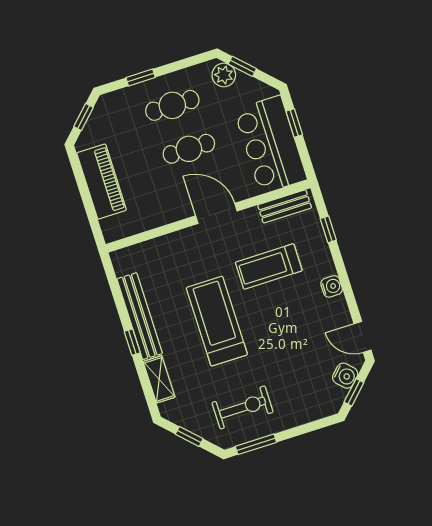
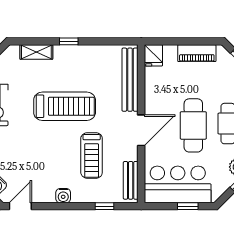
cafe table: (189, 149) -> (193, 125), width x1.37, depth x1.35
piano: (102, 182) -> (197, 53), width x0.73, depth x0.75
fridge: (116, 228) -> (153, 55), added
treadmill: (269, 267) -> (92, 155), turned 180
bench: (140, 316) -> (130, 80), moved, turned 90

